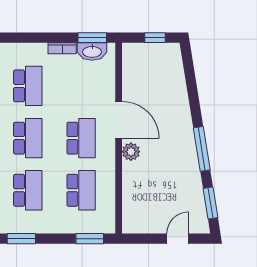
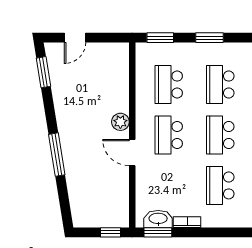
window: (155, 38) -> (111, 232), moved
door: (119, 120) -> (132, 153), width x0.73
window: (202, 149) -> (57, 155), moved
window: (21, 239) -> (210, 38), moved

